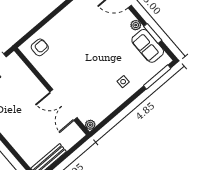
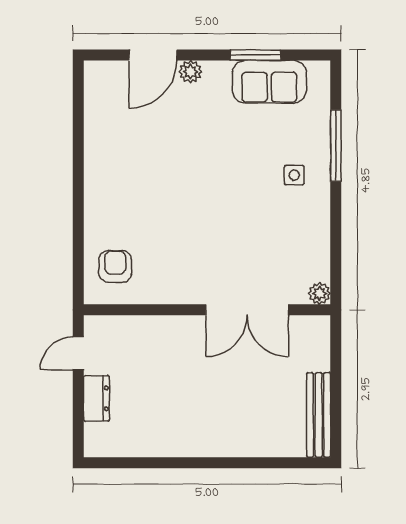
plant: (136, 25) -> (190, 72), moved
window: (157, 77) -> (336, 146), moved

